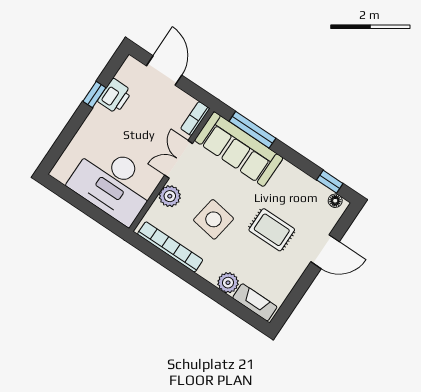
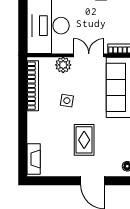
side table: (214, 219) -> (67, 101), width x0.54, depth x0.54
plant: (228, 283) -> (35, 135), removed

